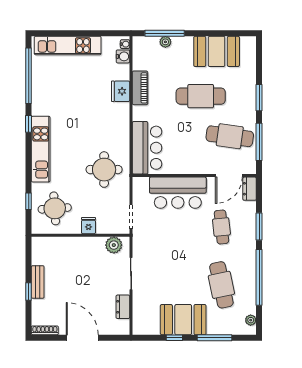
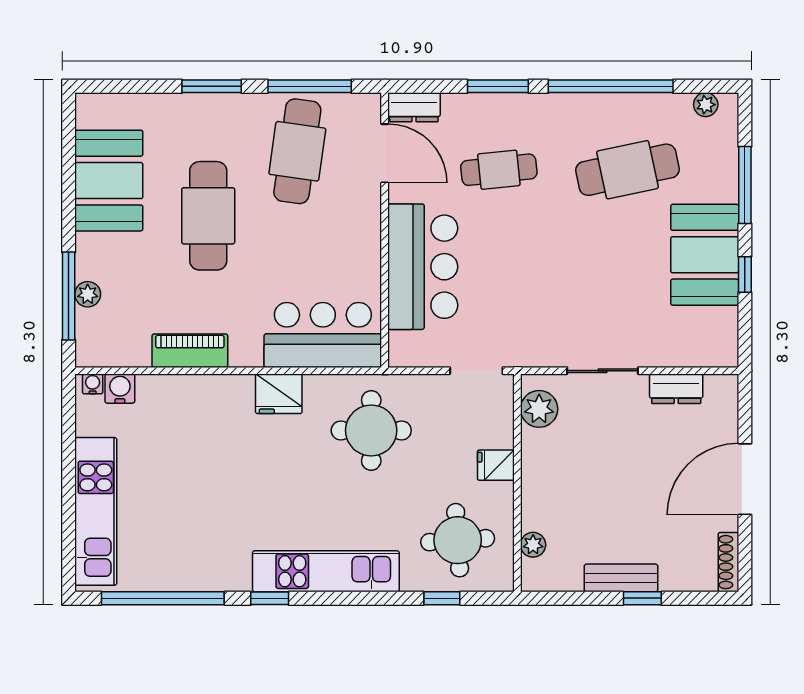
fridge: (121, 91) -> (279, 394), moved
plant: (53, 242) -> (533, 545), added

